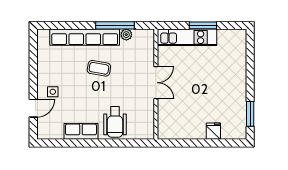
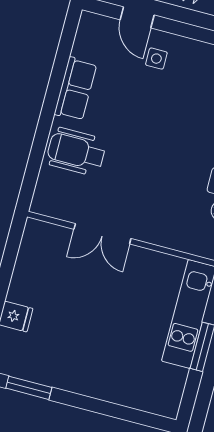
coffee table: (99, 68) -> (176, 148), removed
double door: (156, 83) -> (102, 234), moved

